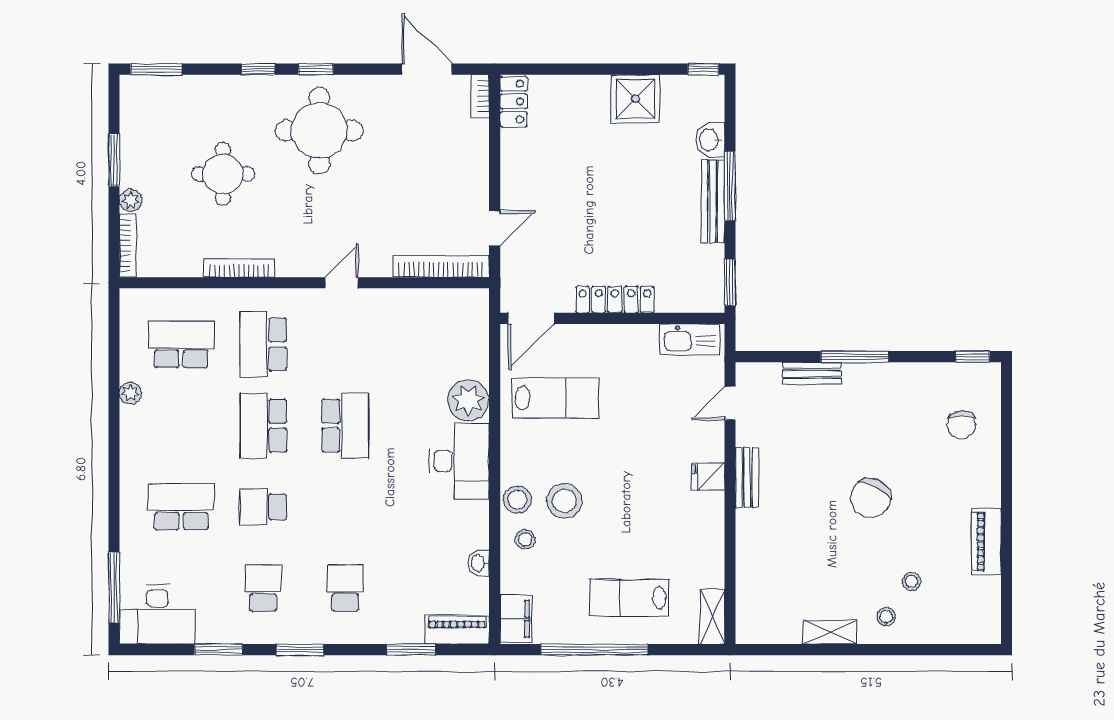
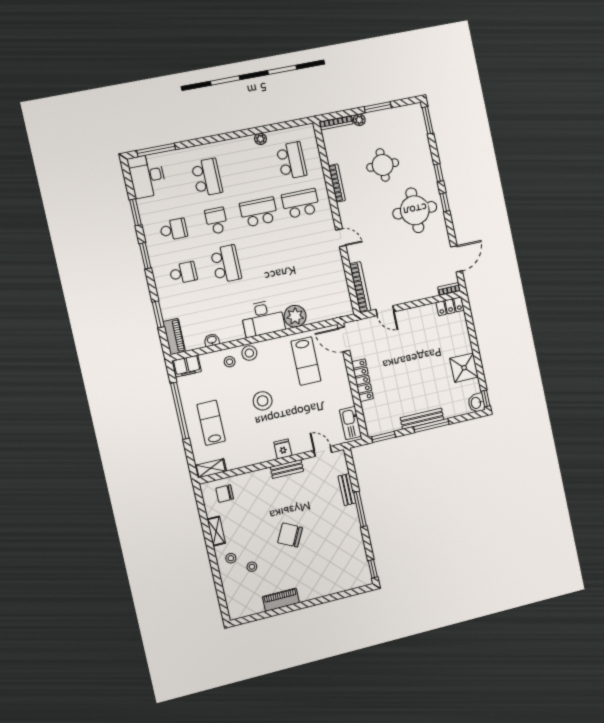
washbasin: (710, 140) -> (476, 403), moved, turned -90
chair: (961, 425) -> (225, 494), moved
school desk: (345, 426) -> (226, 264), moved, turned -90
stool: (564, 501) -> (263, 401), moved

